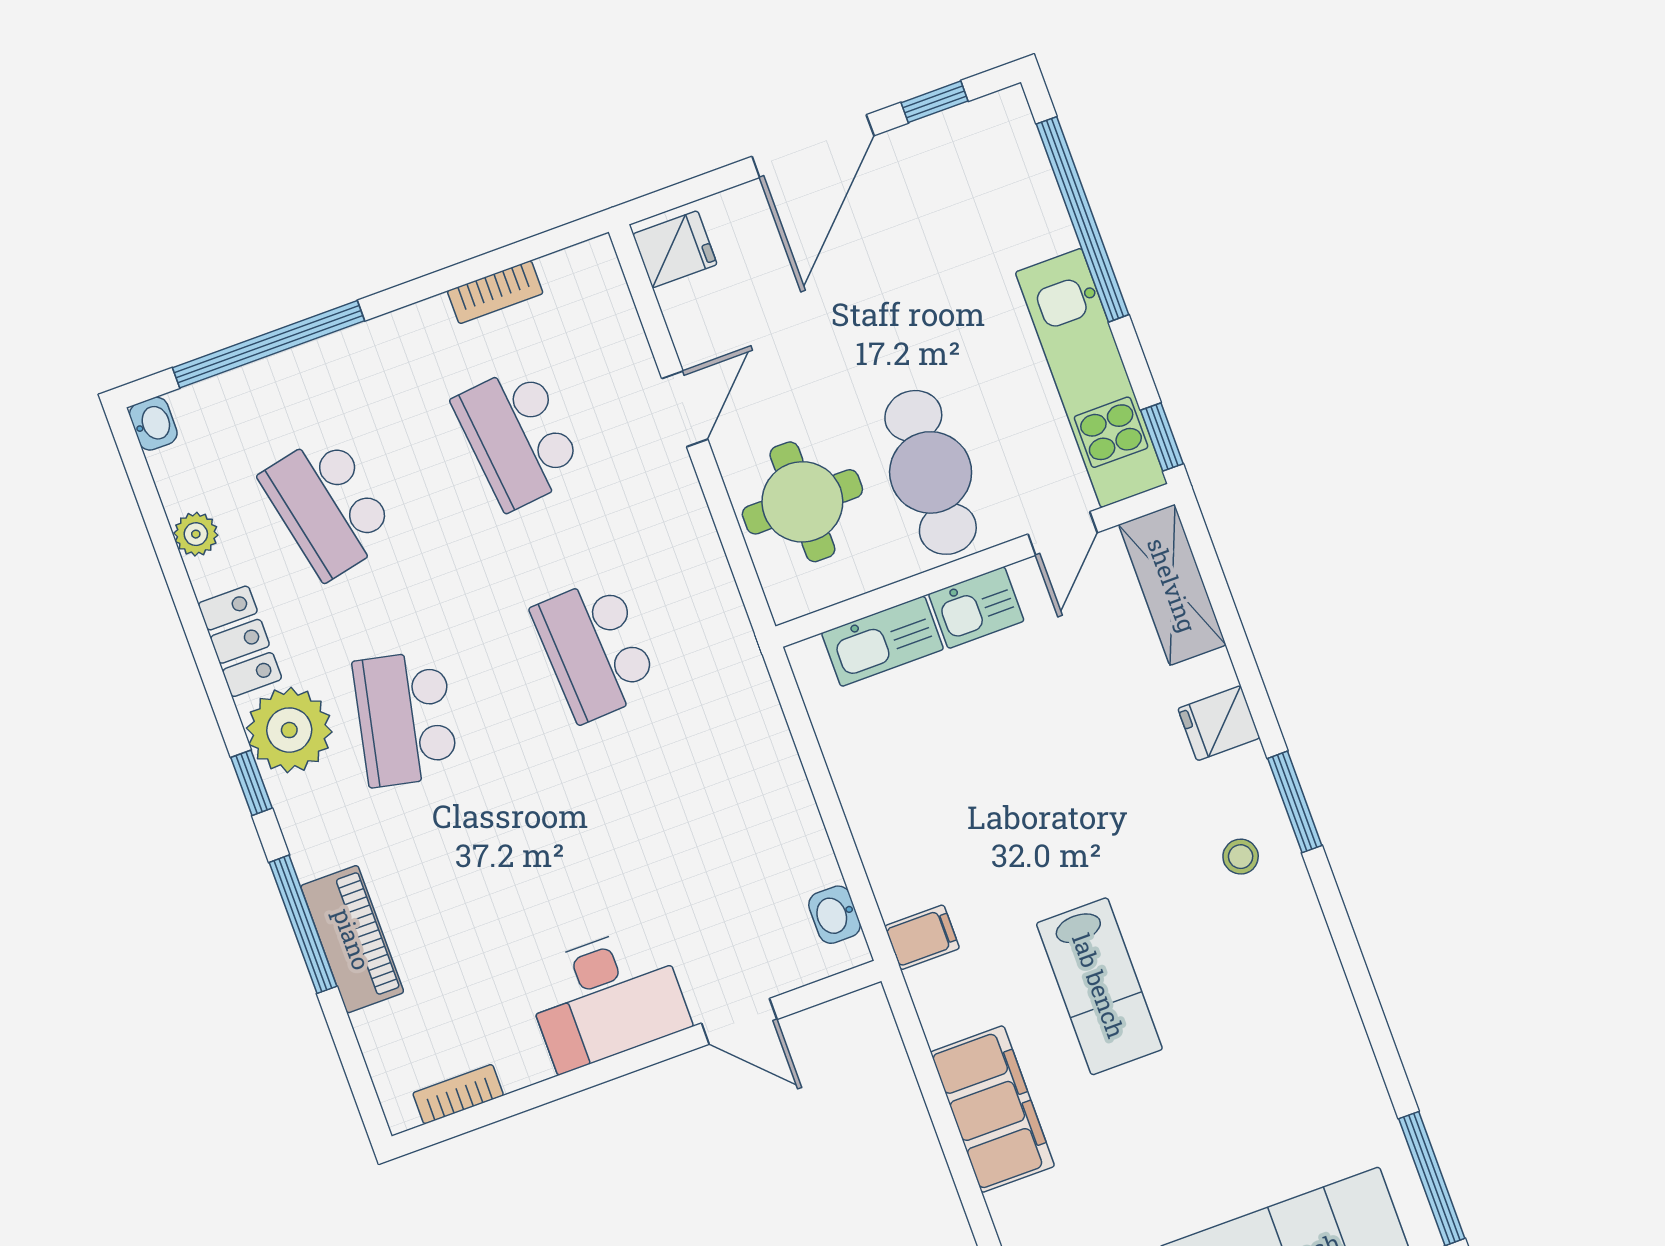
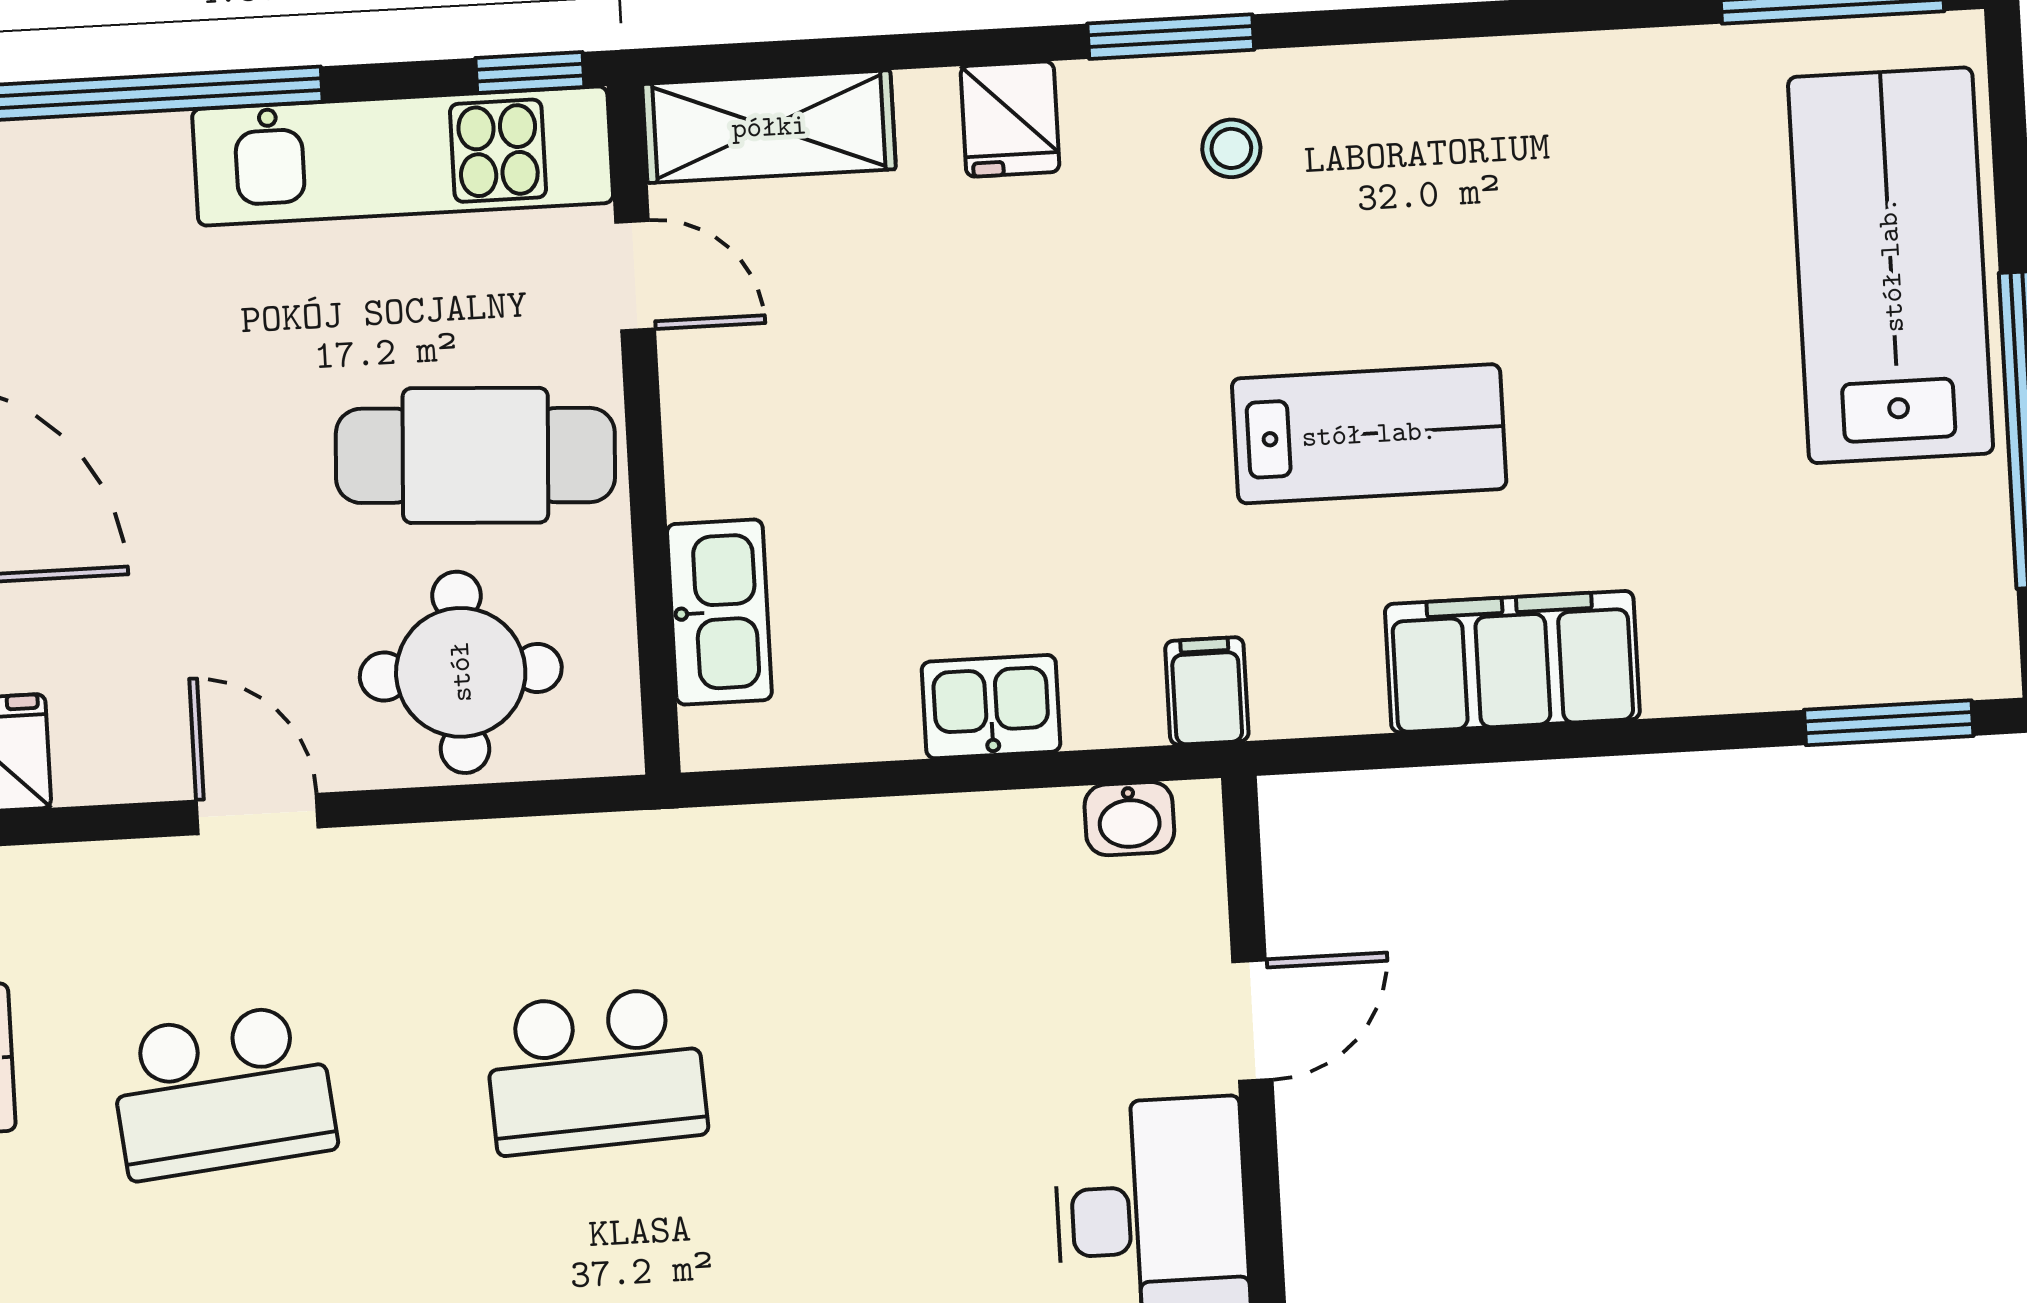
kitchen sink: (976, 608) -> (991, 707), moved, turned -90

